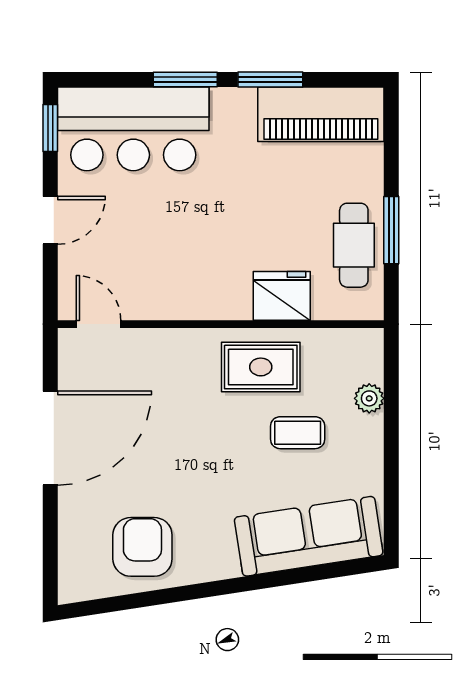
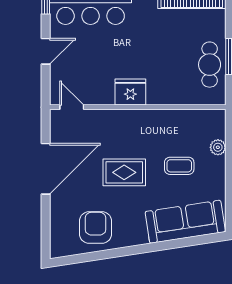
fridge: (282, 296) -> (130, 92), moved
rug: (261, 367) -> (124, 172), moved

